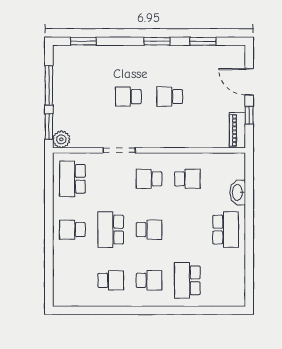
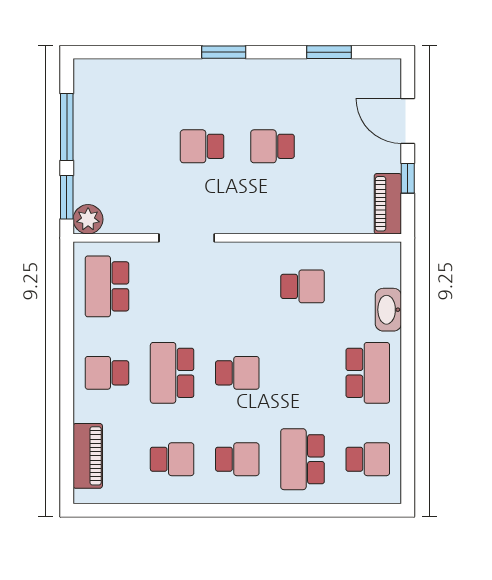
window: (83, 41) -> (125, 52), removed
window: (157, 41) -> (224, 52), moved
school desk: (149, 179) -> (368, 459), moved, turned 180
piano: (61, 278) -> (88, 456), added

